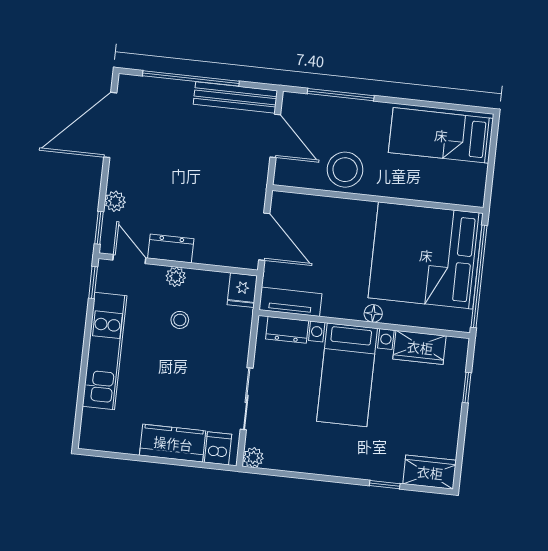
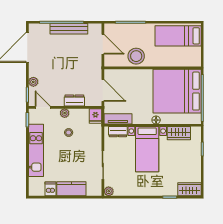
bench: (235, 97) -> (69, 29), moved
dresser: (171, 248) -> (74, 101), moved
dishwasher: (218, 448) -> (50, 189), moved

